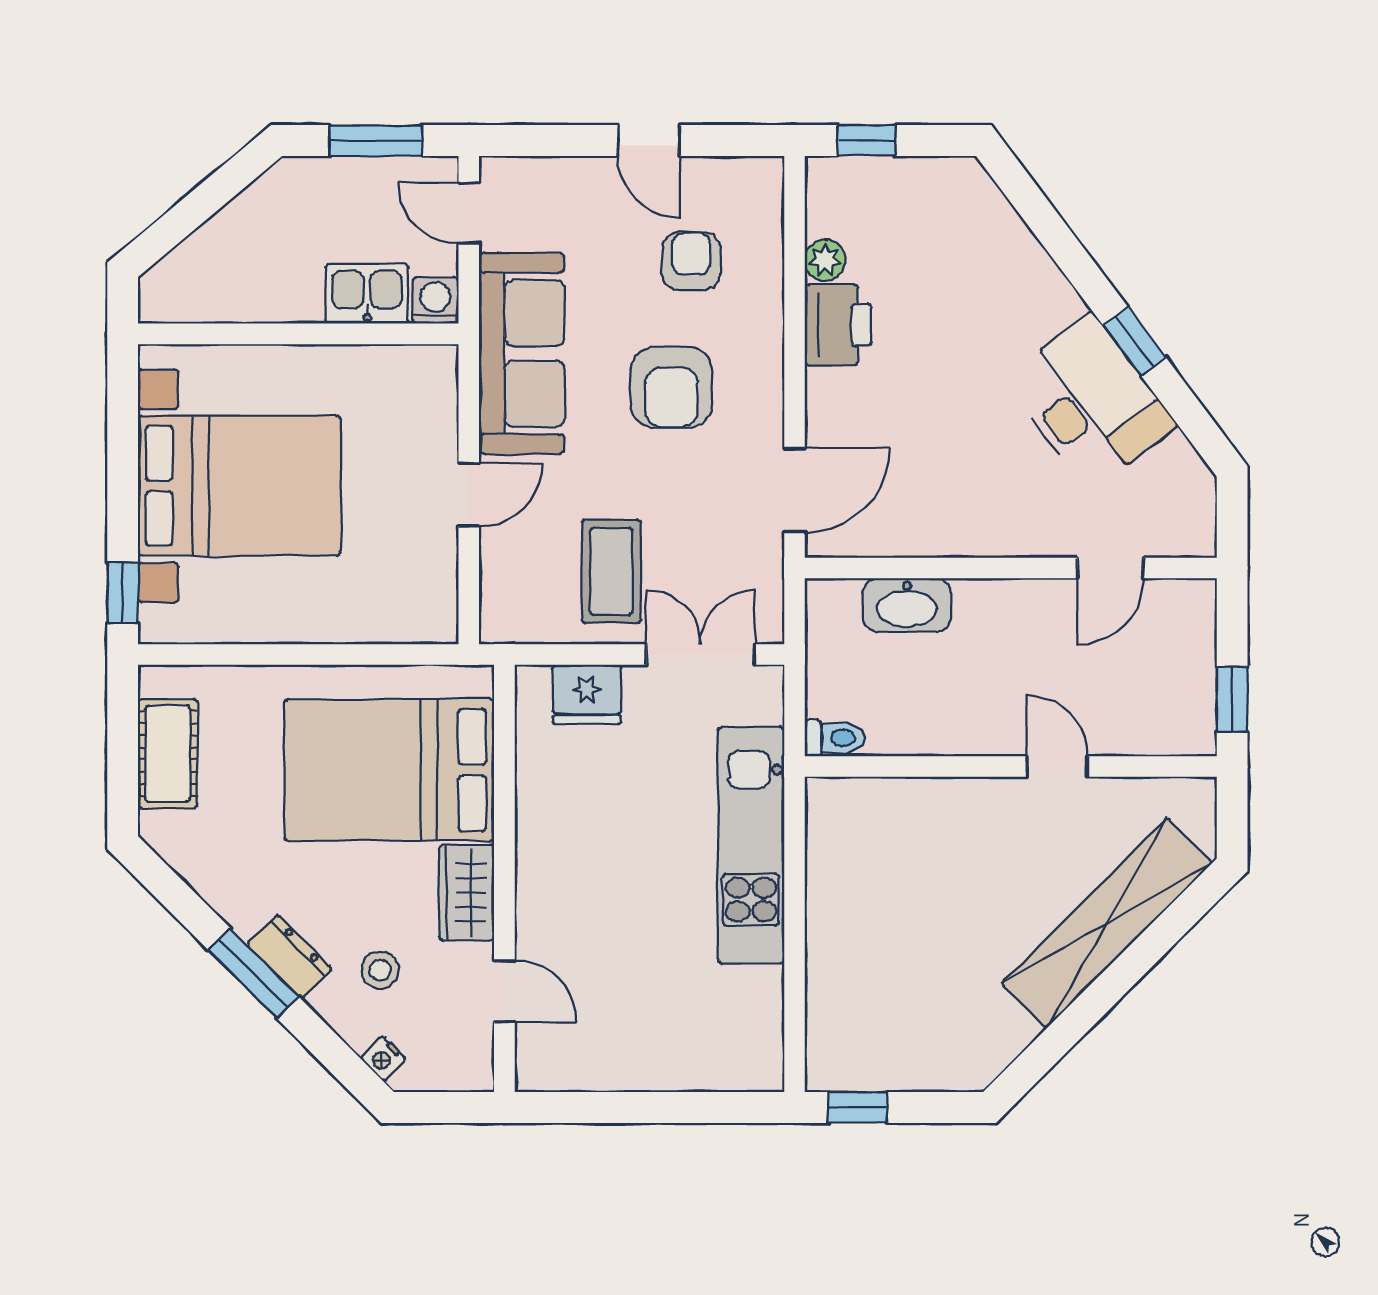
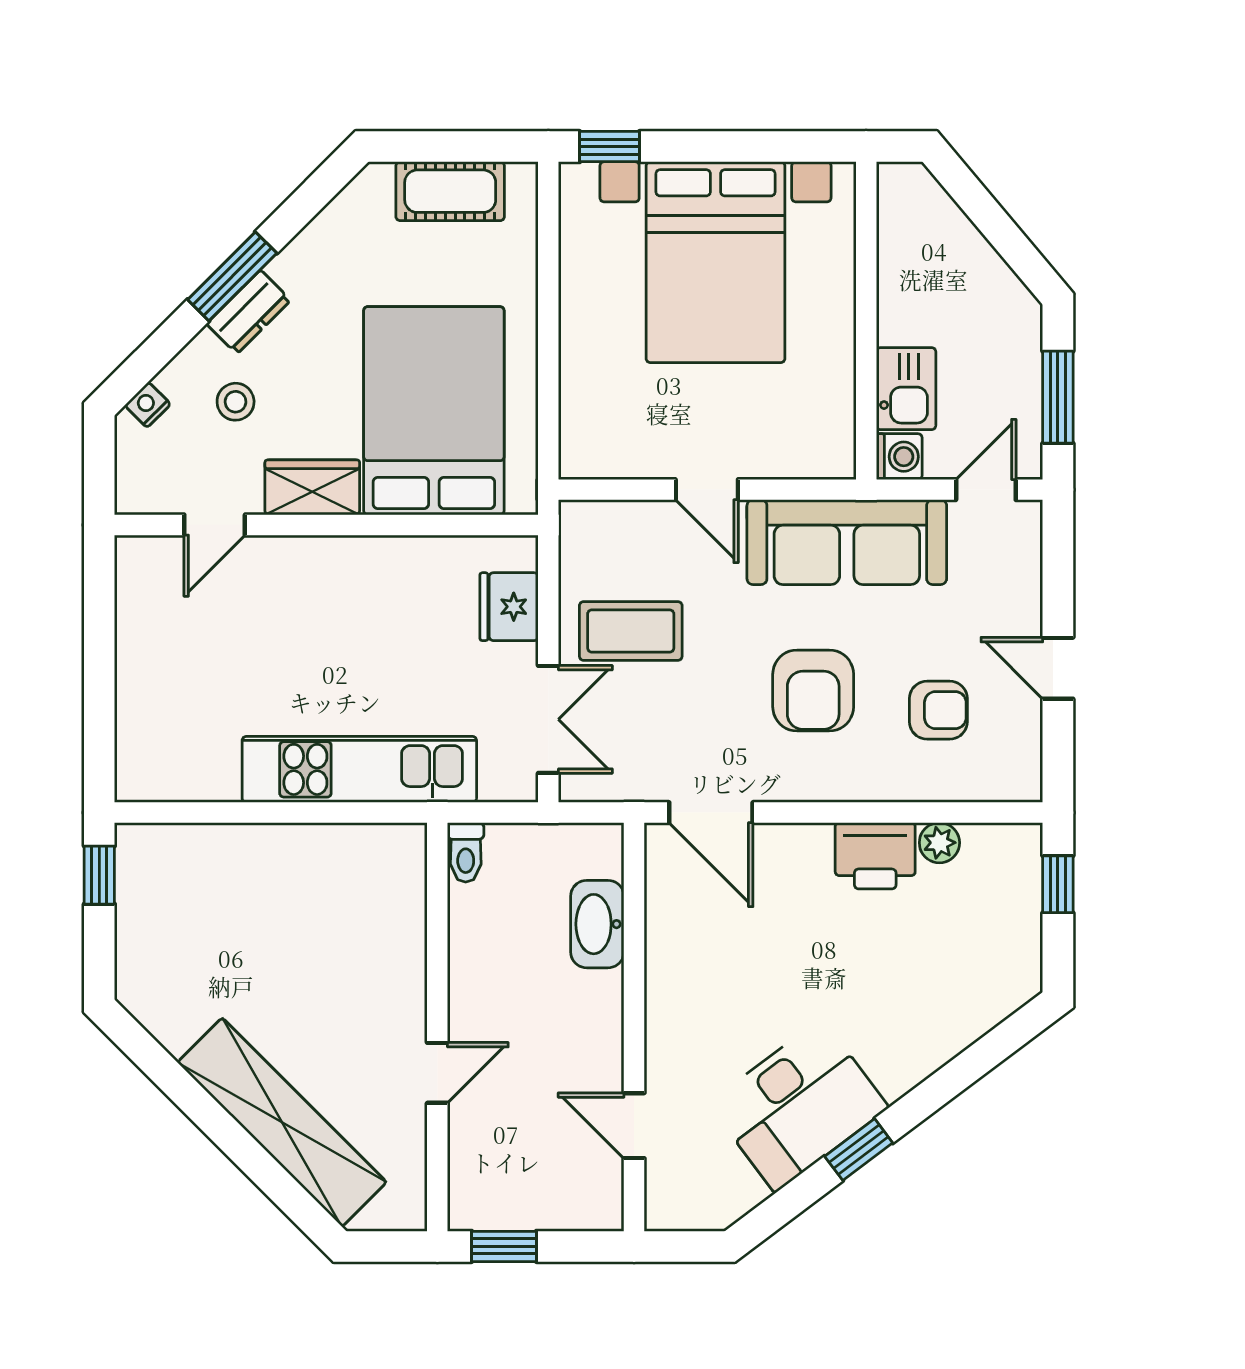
door: (649, 140) -> (1058, 668), hinge flipped
armchair: (671, 387) -> (813, 691), turned -90

